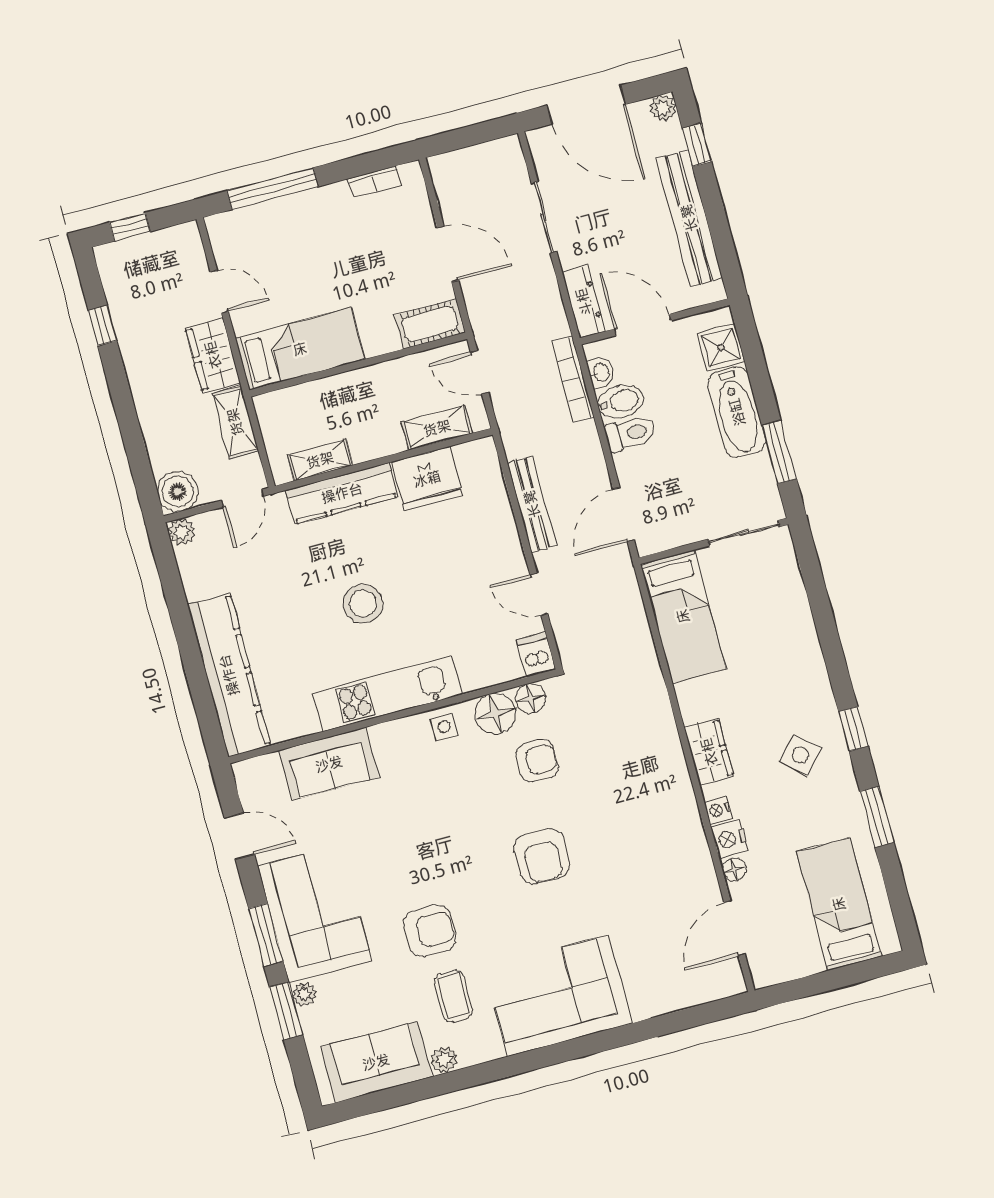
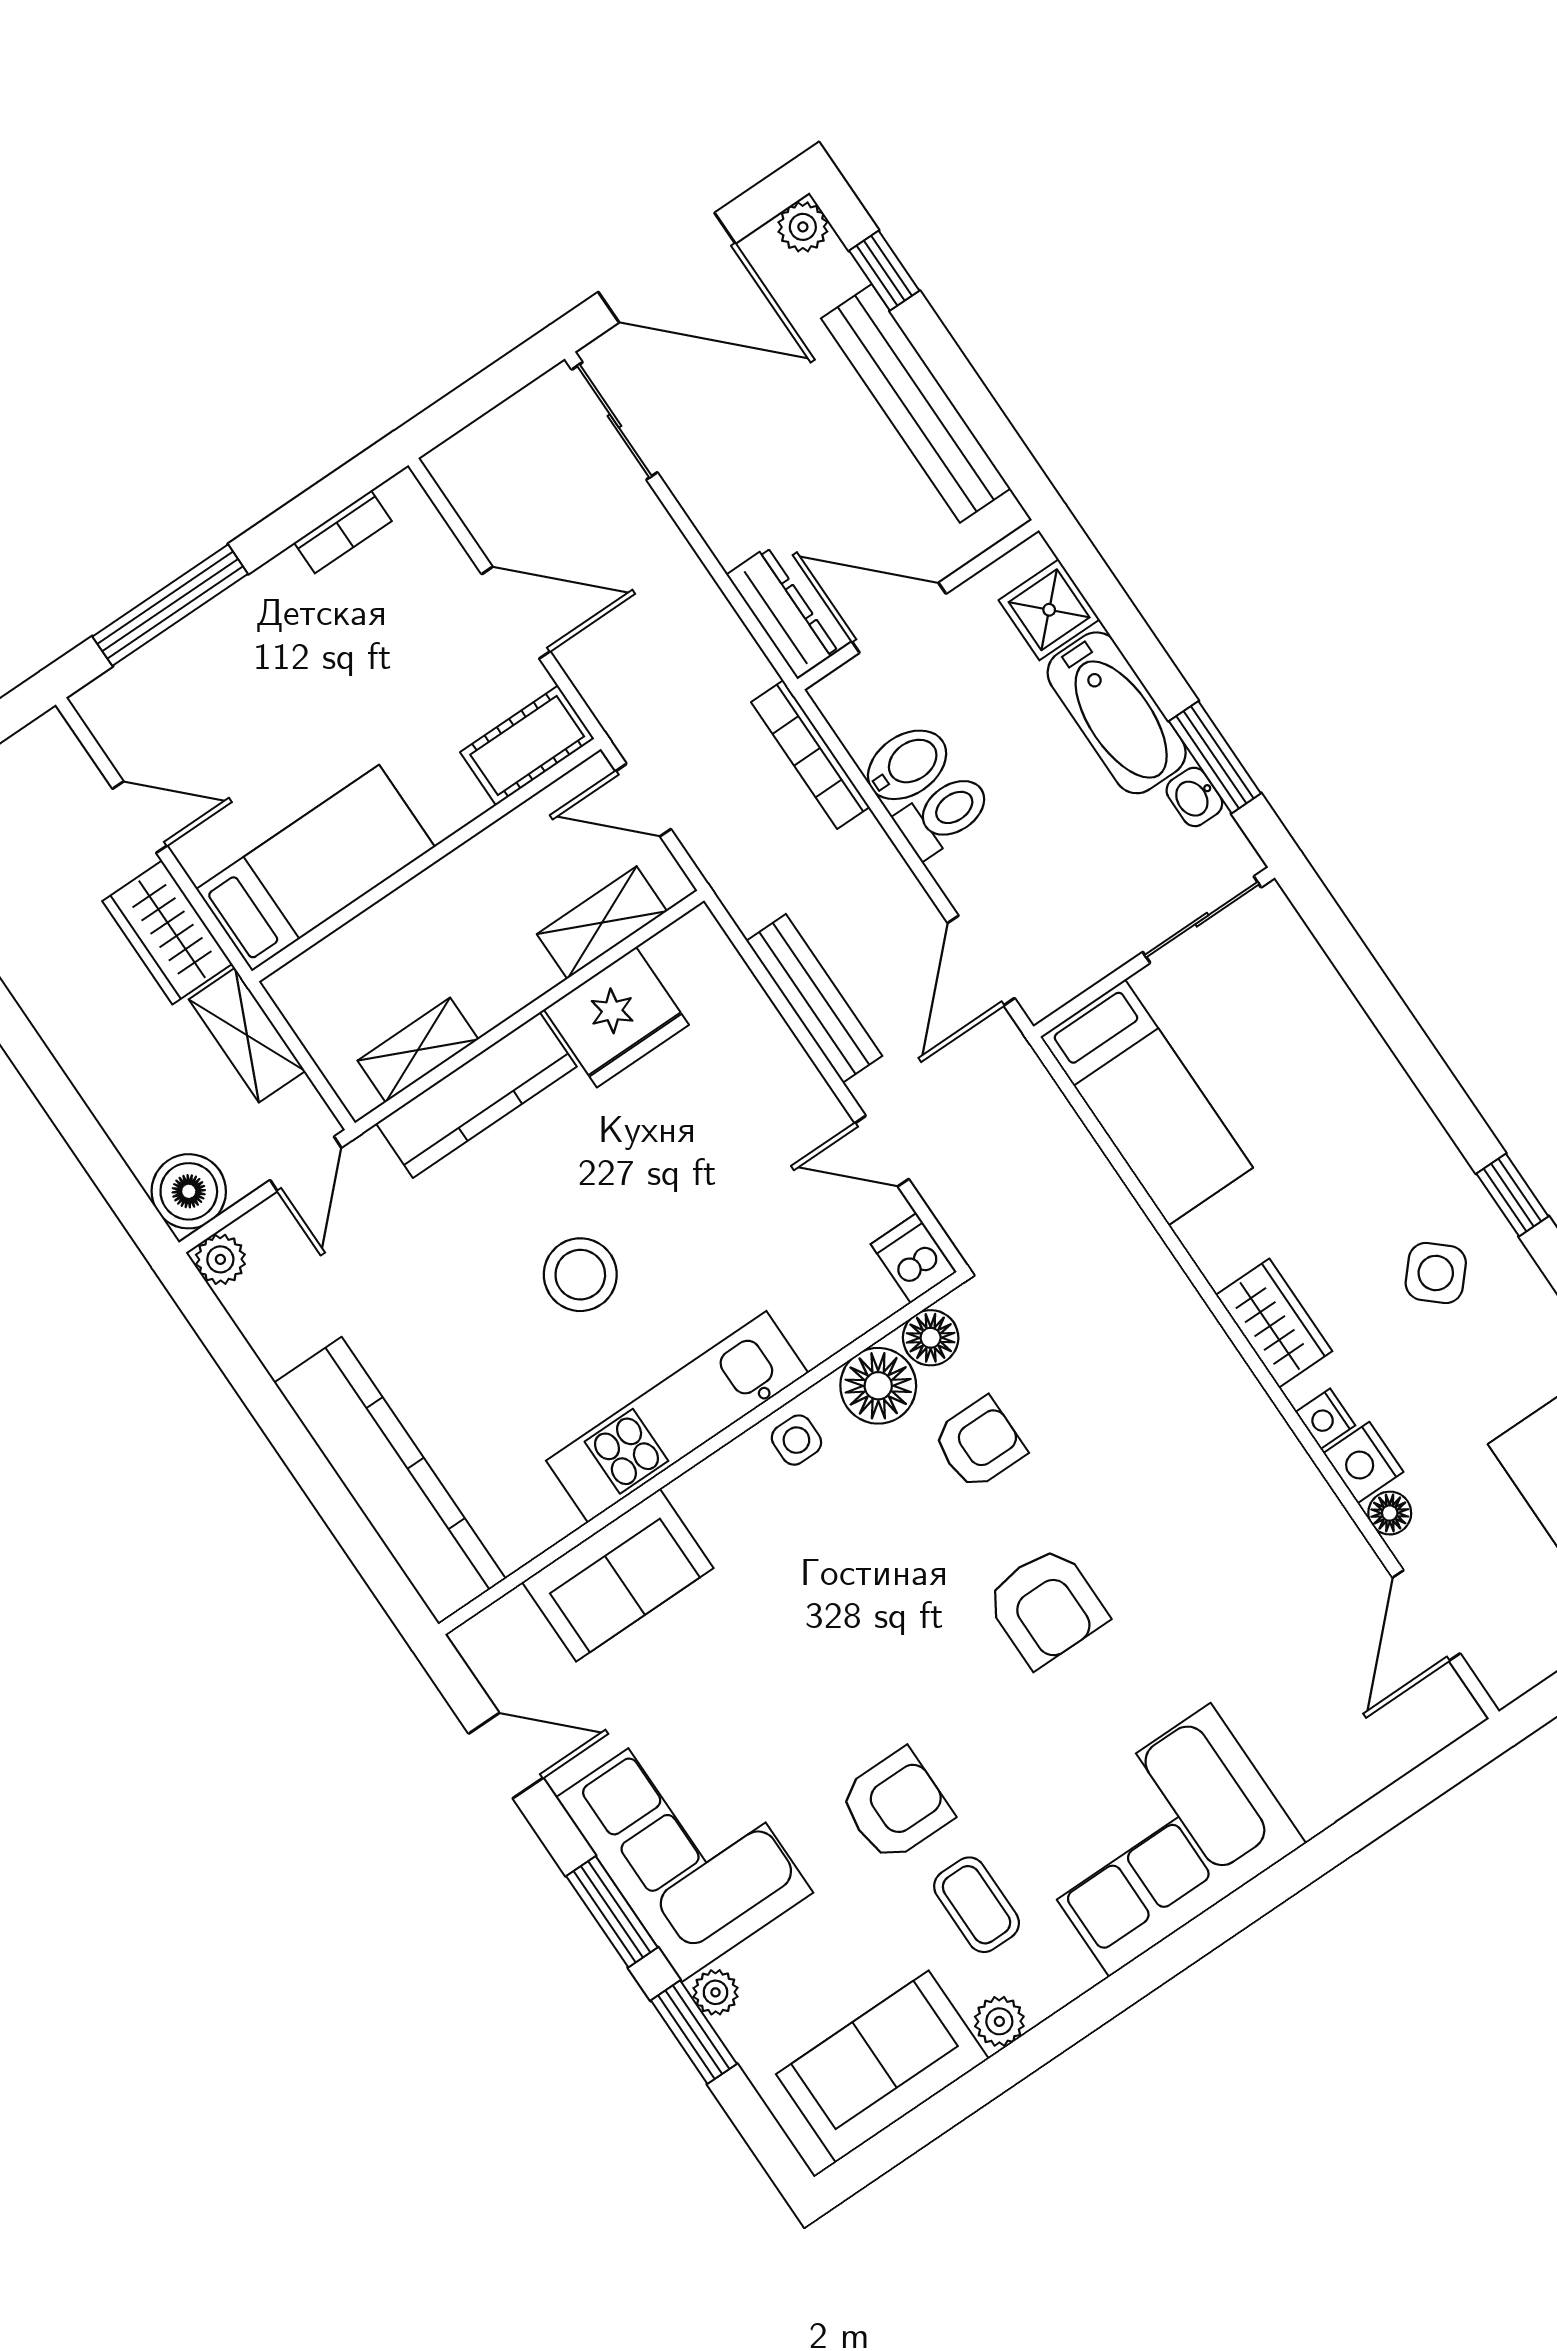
sliding door: (544, 217) -> (614, 421), moved
washbasin: (601, 373) -> (1194, 797), moved, turned 180

